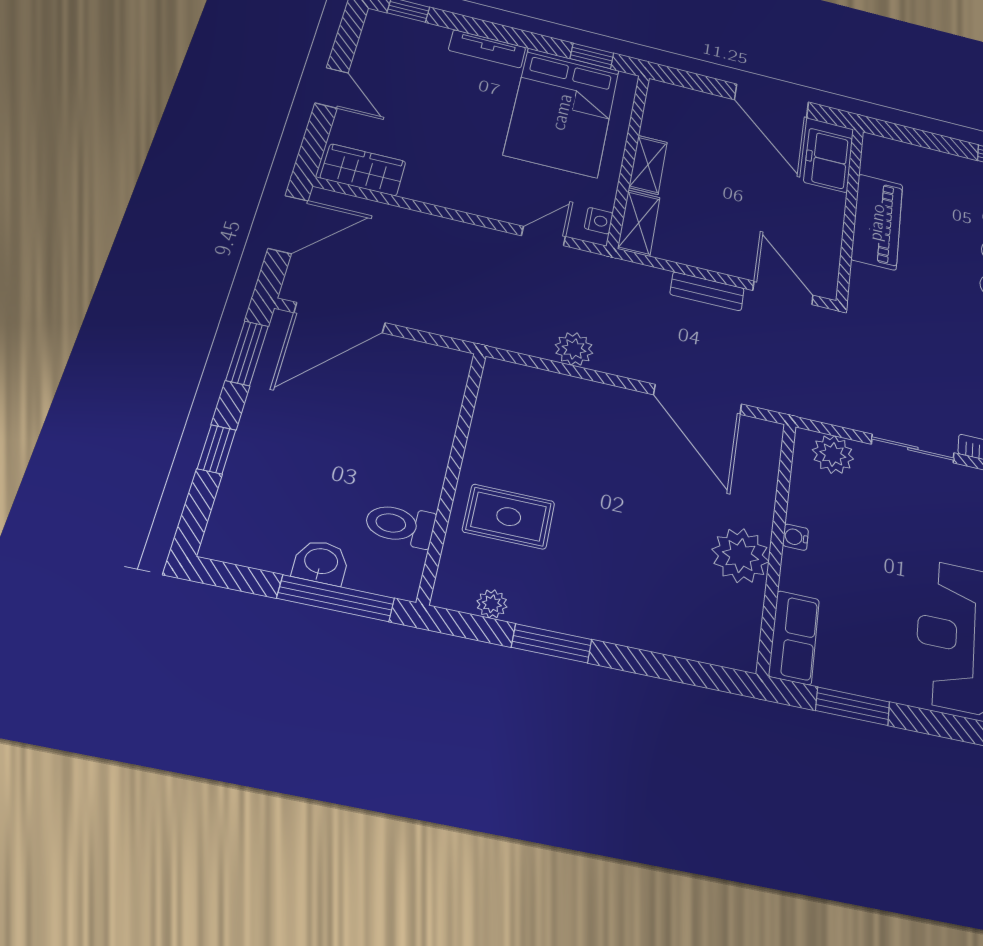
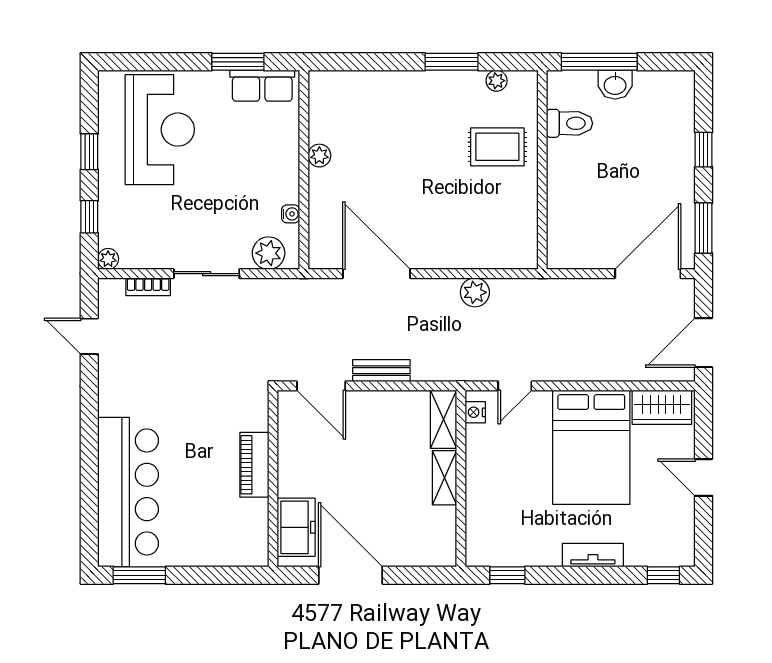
bed: (562, 112) -> (591, 447), moved, turned 180
piano: (877, 222) -> (254, 465), width x0.73, depth x0.75
water cooler: (796, 537) -> (291, 214), moved
plant: (740, 556) -> (319, 156), width x0.53, depth x0.53
row of seats: (794, 637) -> (262, 86), moved, turned -90

